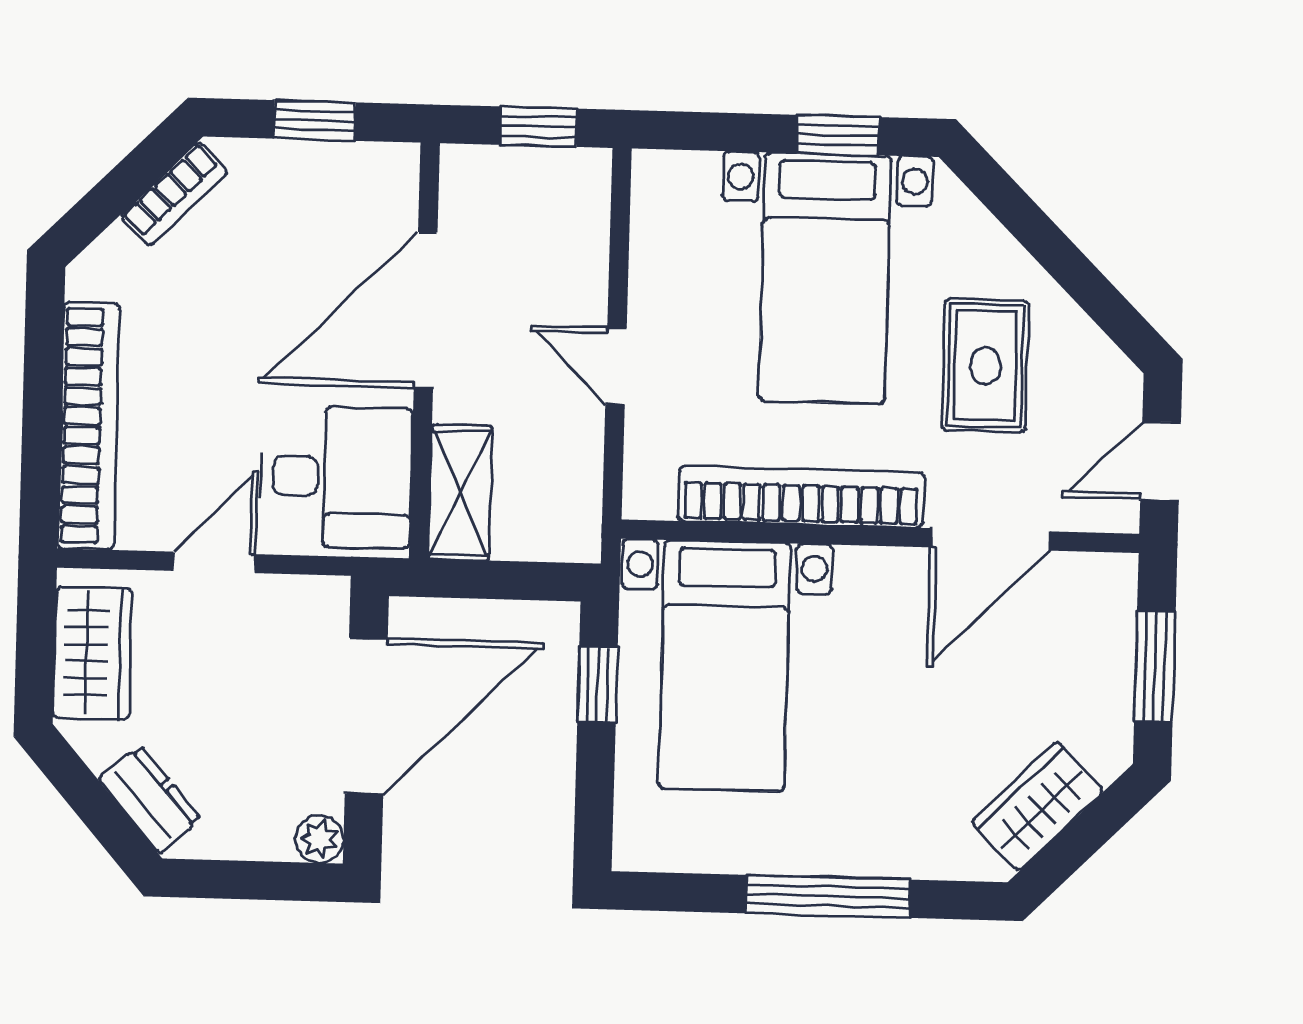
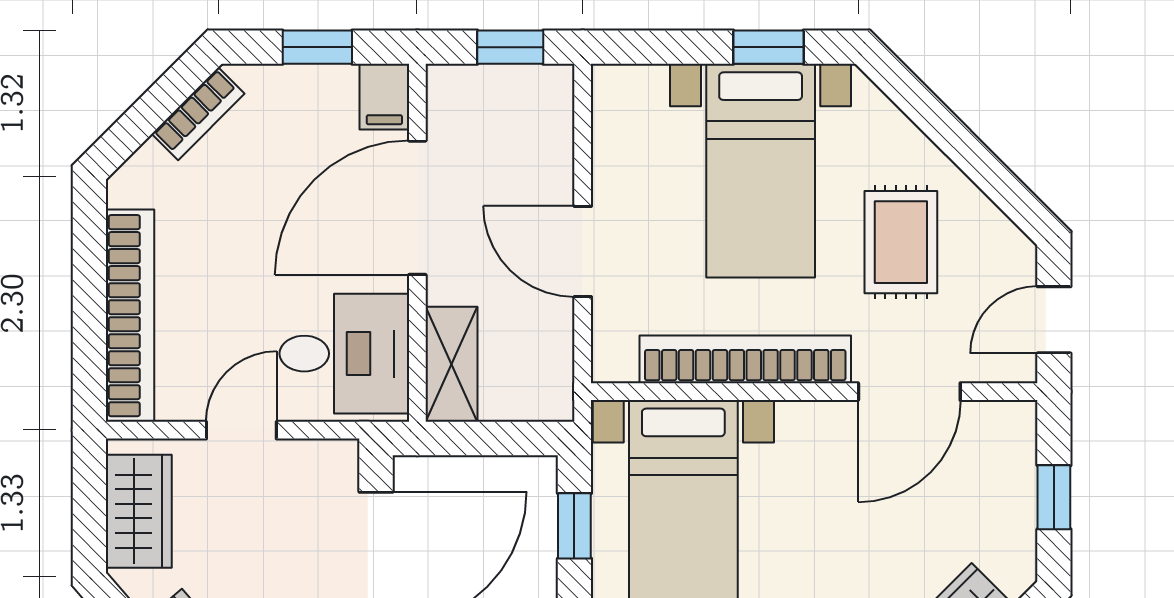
filing cabinet: (391, 180) -> (384, 97), added
door: (616, 366) -> (583, 251), width x1.38
window: (1155, 667) -> (1054, 497), width x0.67

